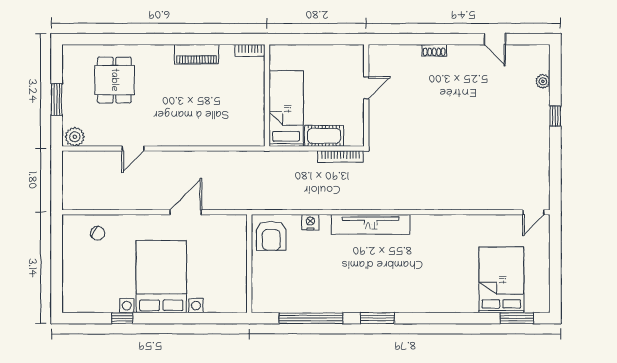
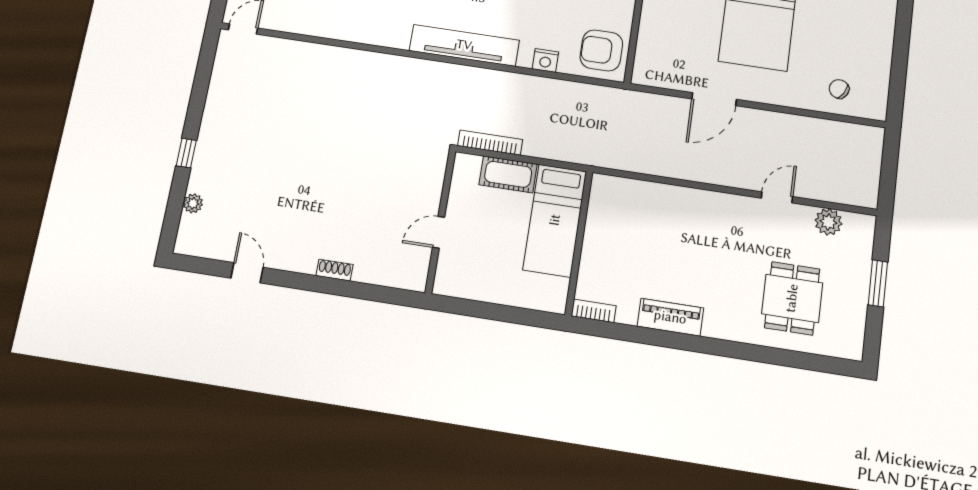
plant: (75, 137) -> (828, 222), moved
armchair: (271, 236) -> (601, 50), turned -90

